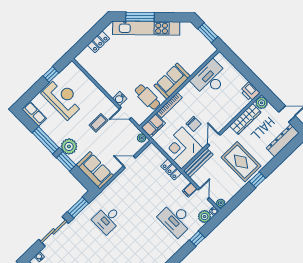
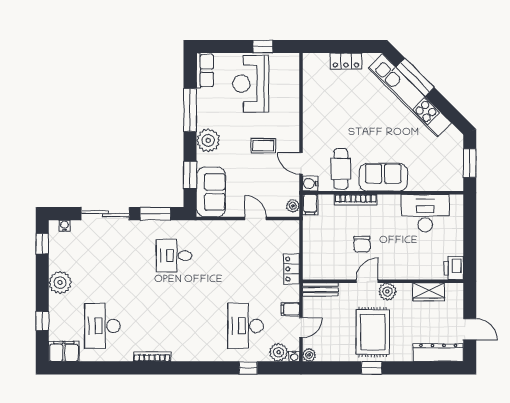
reception desk: (63, 98) -> (251, 84), turned 180
water cooler: (120, 99) -> (310, 184), moved
plant: (262, 103) -> (387, 292), moved
wardrobe: (245, 119) -> (429, 292), width x0.67
filing cabinet: (153, 126) -> (310, 205), width x0.50
corner desk: (182, 148) -> (325, 257), removed
window: (66, 161) -> (190, 175), moved
bench: (198, 163) -> (320, 290), width x0.73

